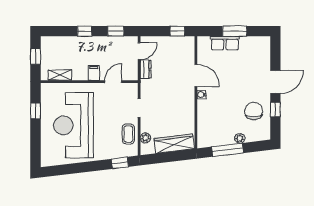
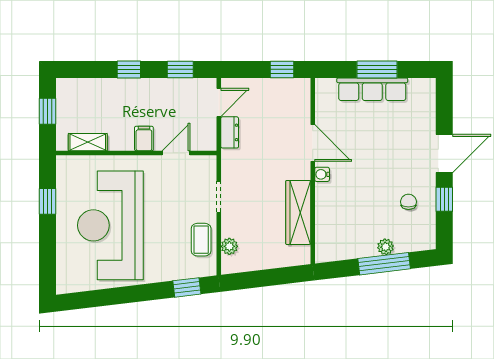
row of seats: (225, 43) -> (372, 89), width x1.48
chair: (254, 111) -> (408, 202), width x0.54, depth x0.54
wardrobe: (174, 144) -> (298, 212), moved, turned -83
window: (227, 150) -> (384, 264), moved

